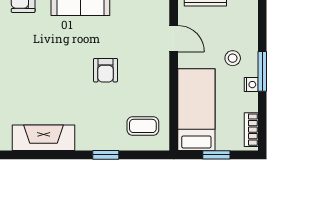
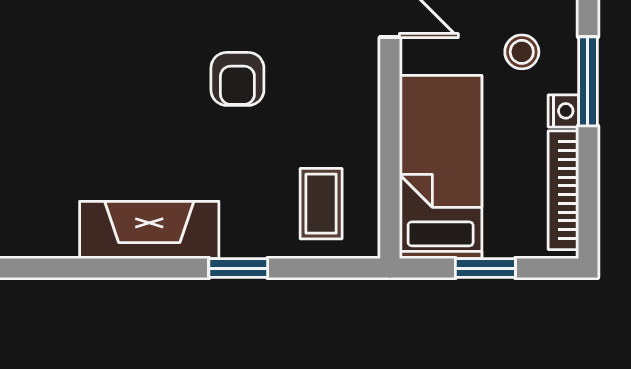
coffee table: (143, 126) -> (321, 204), turned 90
bookcase: (251, 130) -> (563, 190), width x1.56
fireplace: (44, 138) -> (149, 230), moved

